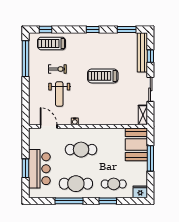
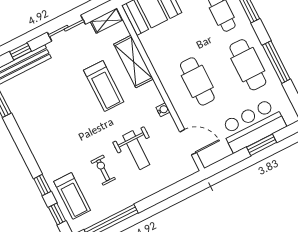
window: (93, 29) -> (42, 185), moved
treadmill: (103, 76) -> (104, 86), moved
weight bench: (59, 94) -> (136, 150), turned 90
shelving: (111, 118) -> (134, 62), added
door: (49, 126) -> (188, 142), swing flipped

